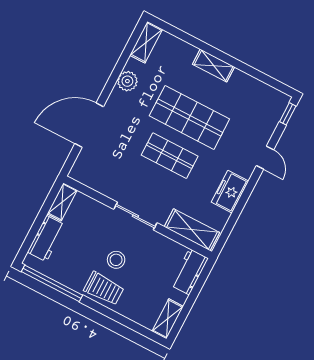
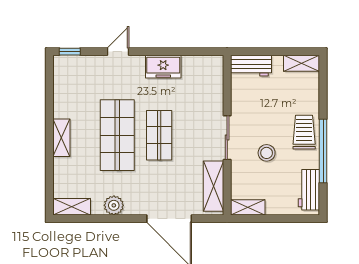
shelving: (192, 230) -> (213, 186), moved
workbench: (46, 239) -> (309, 190), moved, turned -90
stool: (116, 260) -> (267, 153), moved
window: (52, 283) -> (323, 151), moved

